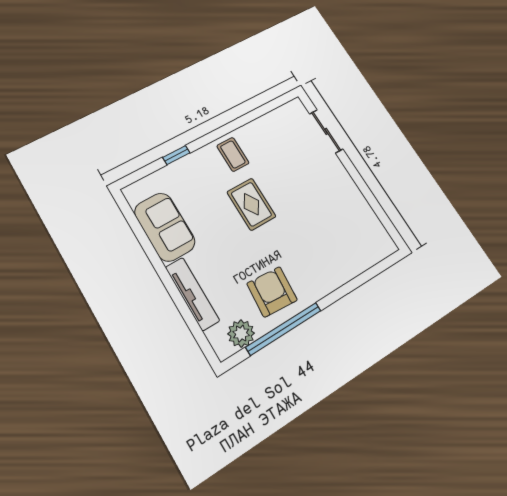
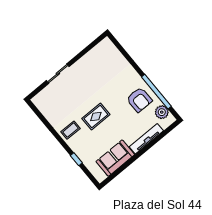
sliding door: (326, 131) -> (58, 73), moved
armchair: (272, 292) -> (139, 100), turned -94

